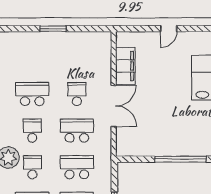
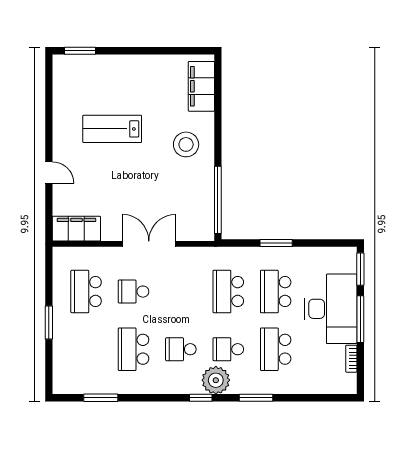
filing cabinet: (125, 66) -> (76, 229), moved
school desk: (77, 131) -> (86, 292), moved
stool: (190, 135) -> (186, 144), added
window: (180, 159) -> (218, 200), moved

